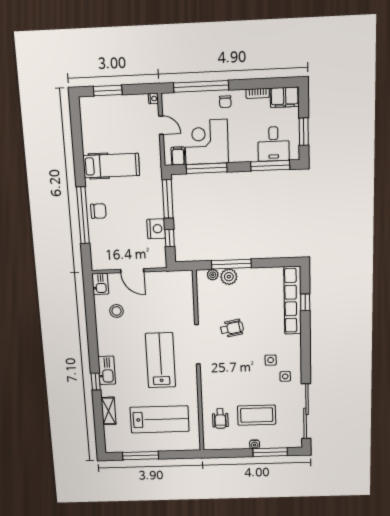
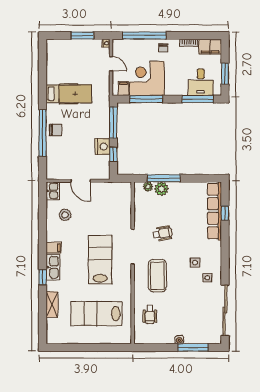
window: (108, 91) -> (82, 36), moved
filing cabinet: (106, 349) -> (54, 248), added
coffee table: (257, 415) -> (157, 276), moved, turned 90
lab bench: (160, 419) -> (96, 314), turned 180
window: (141, 456) -> (78, 347), removed

